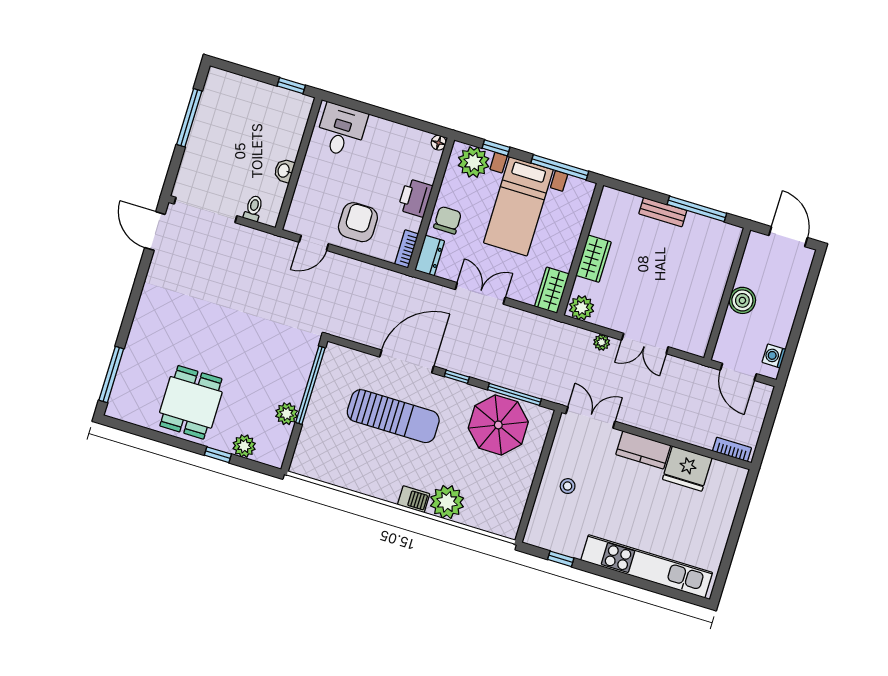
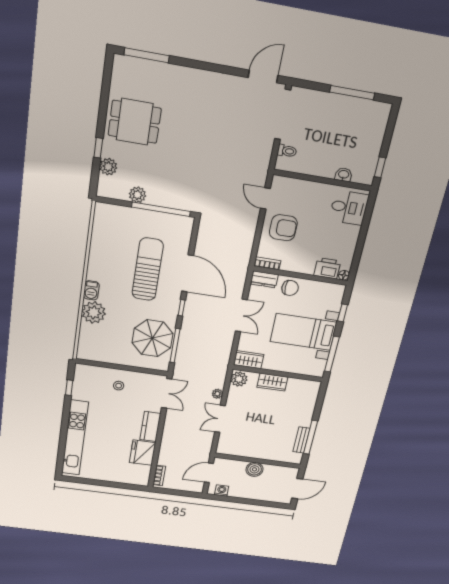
plant: (474, 162) -> (332, 300), removed
washbasin: (284, 171) -> (344, 175), moved
printer: (415, 198) -> (327, 268), moved
bench: (663, 212) -> (301, 440), moved
sun lounger: (393, 416) -> (148, 269), turned 180

